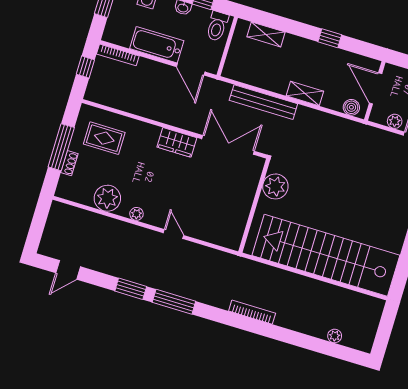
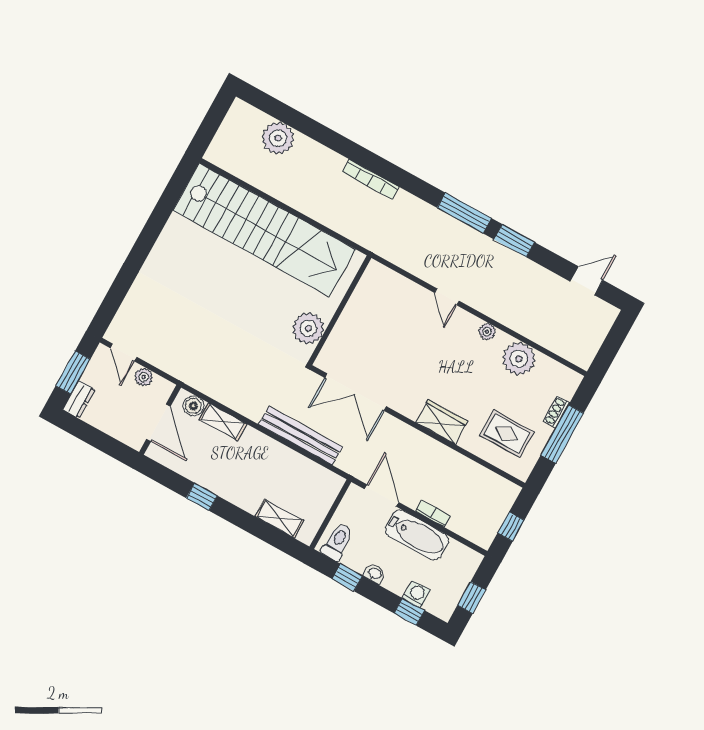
bookcase: (118, 55) -> (433, 513), moved, width x0.64
shelving: (305, 94) -> (223, 422), moved
wardrobe: (177, 142) -> (442, 422), moved
plant: (335, 336) -> (278, 138), width x1.87, depth x1.87

